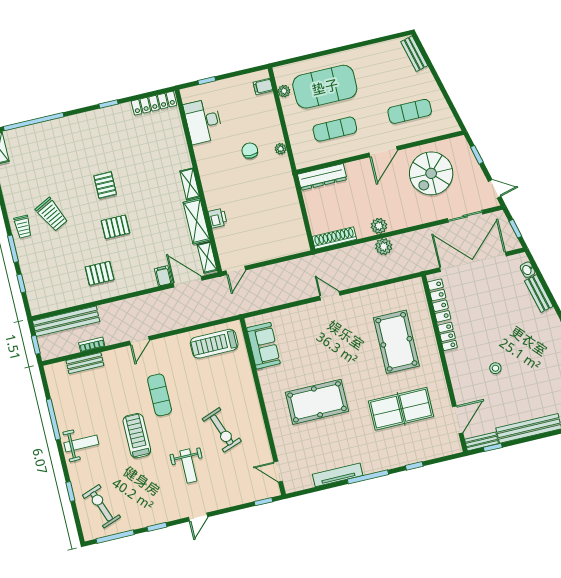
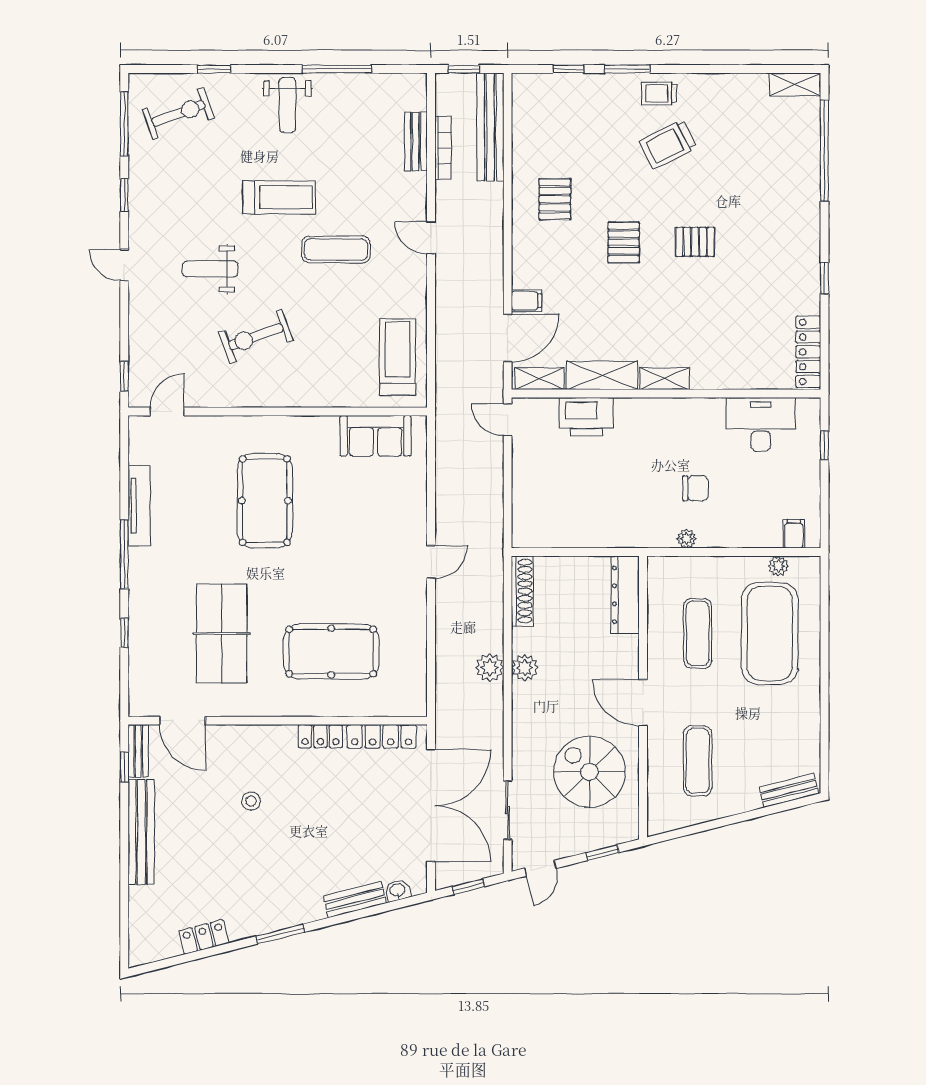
printer: (218, 218) -> (586, 417), width x1.87, depth x1.48
bookcase: (92, 345) -> (443, 148), width x1.56

